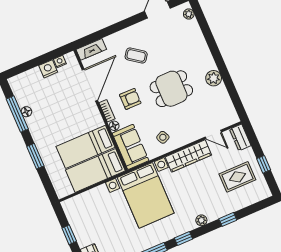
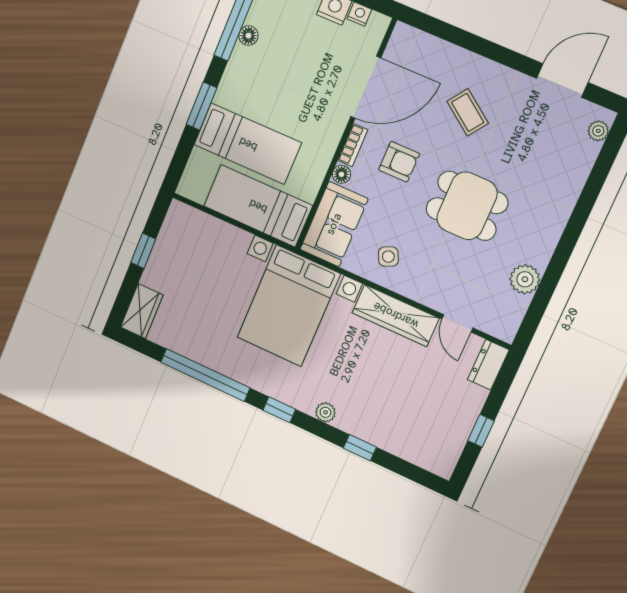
fireplace: (91, 49) -> (417, 41), removed
plant: (214, 78) -> (525, 279), moved
bed: (86, 147) -> (248, 144), moved, turned 180
rug: (237, 177) -> (430, 409), removed

